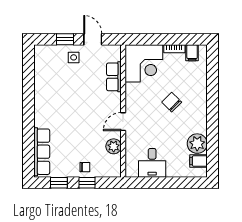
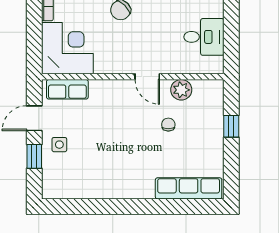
row of seats: (114, 77) -> (67, 89), moved
chair: (85, 167) -> (168, 125), moved
window: (59, 183) -> (231, 165), removed

